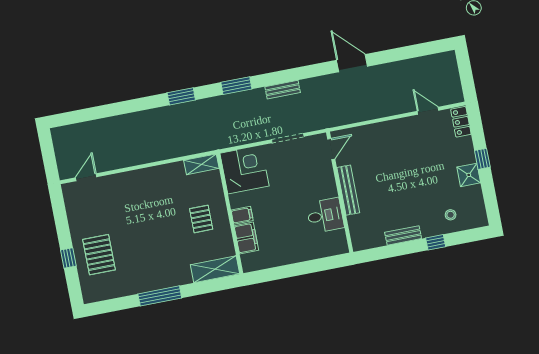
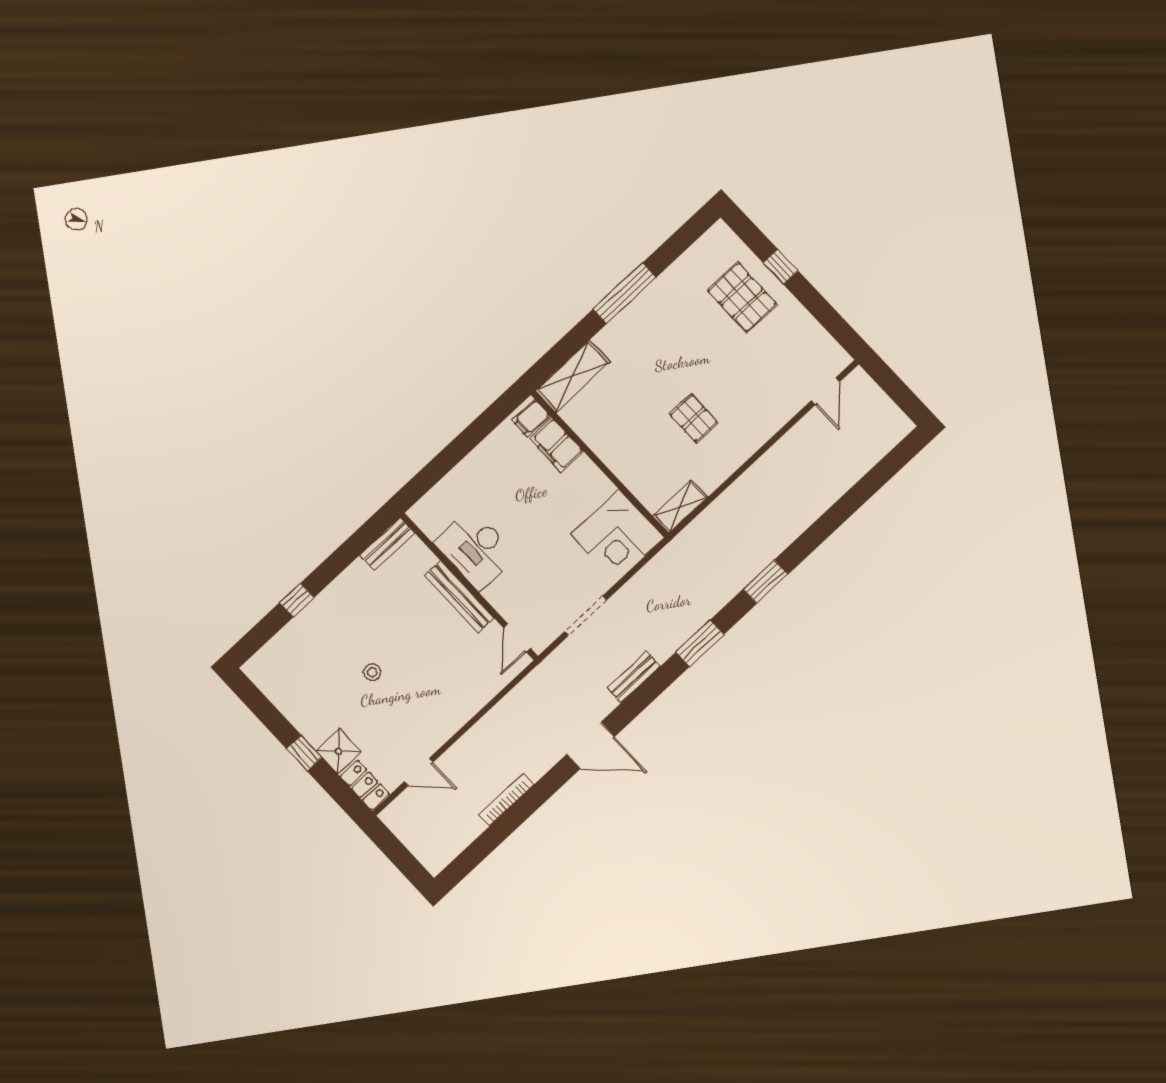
door: (352, 63) -> (591, 745), moved
bookcase: (391, 67) -> (506, 800), added
shower: (469, 175) -> (338, 751), moved
filing cabinet: (242, 215) -> (531, 418), moved
desk: (325, 215) -> (475, 549), width x1.37
stool: (451, 215) -> (372, 672), moved
pallet: (201, 219) -> (694, 418), moved
bench: (403, 235) -> (387, 544), moved

